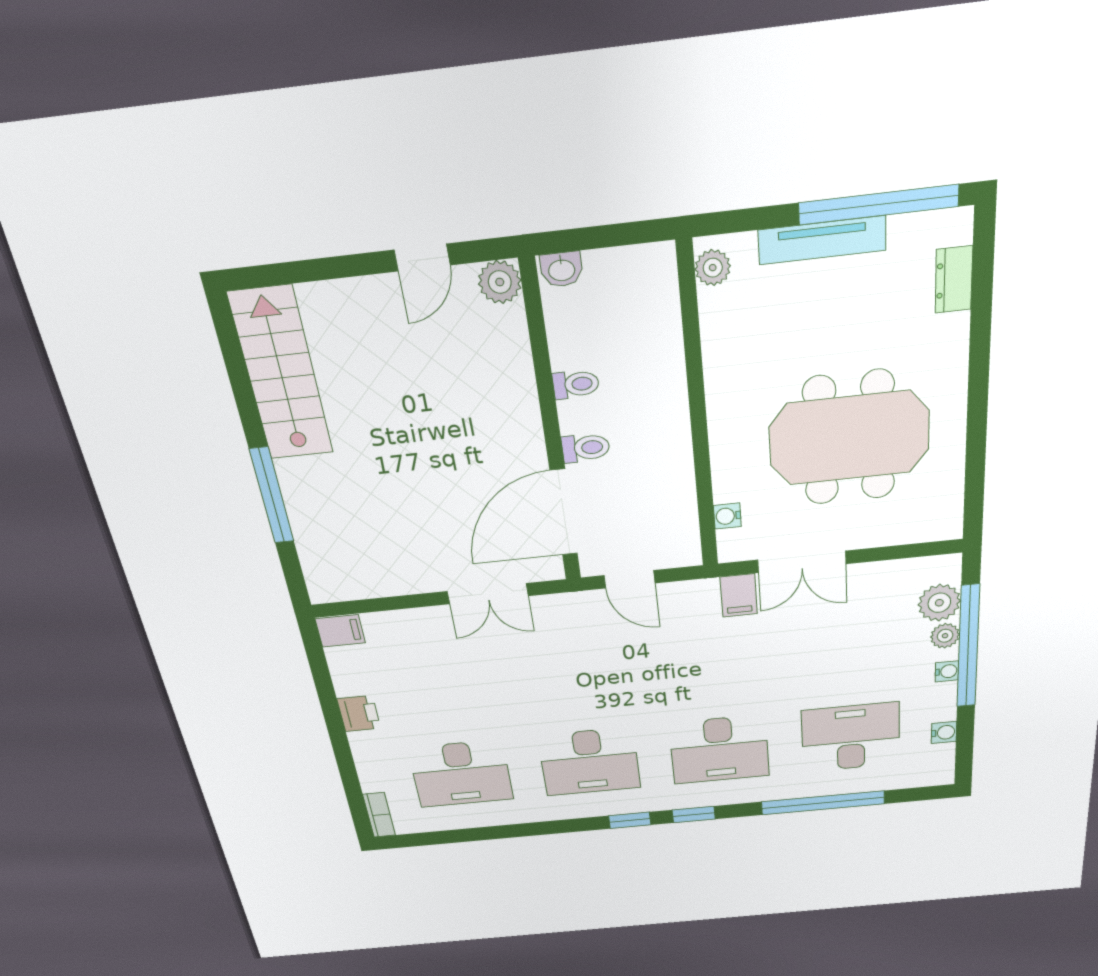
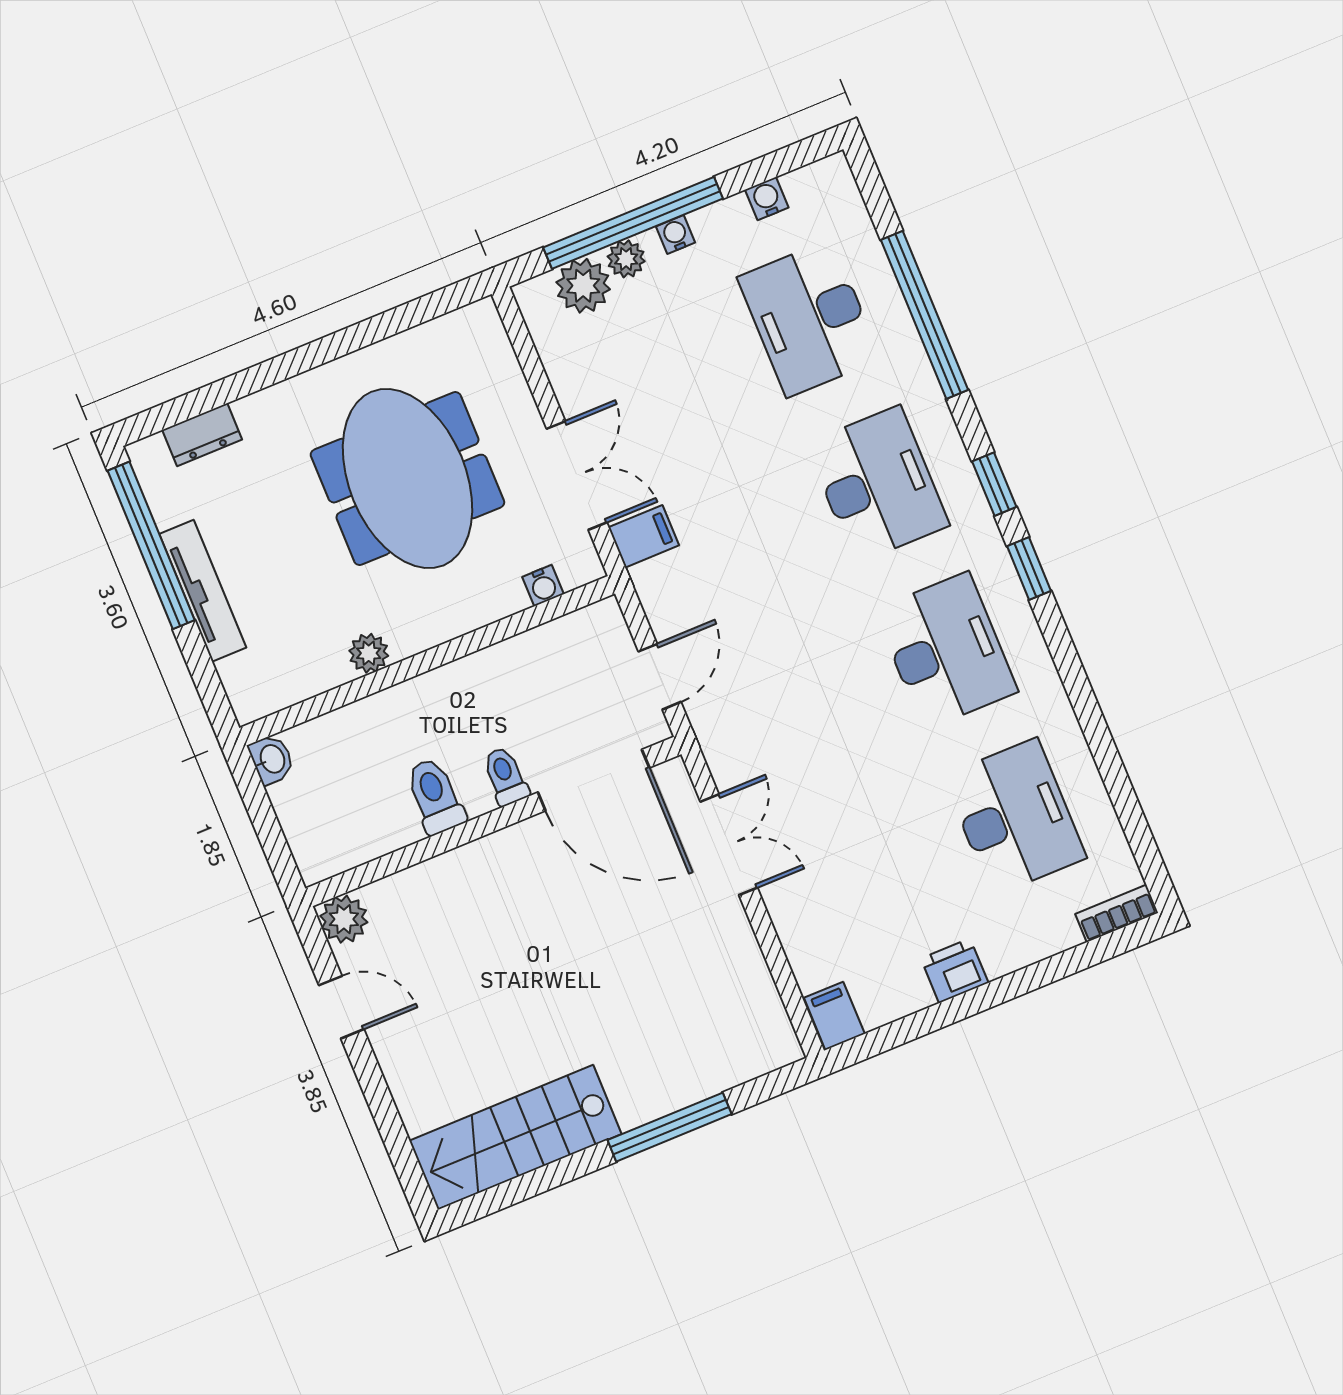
plant: (713, 268) -> (369, 653), moved
washbasin: (562, 269) -> (272, 759), moved
toilet: (576, 384) -> (435, 796), width x1.37, depth x1.39

